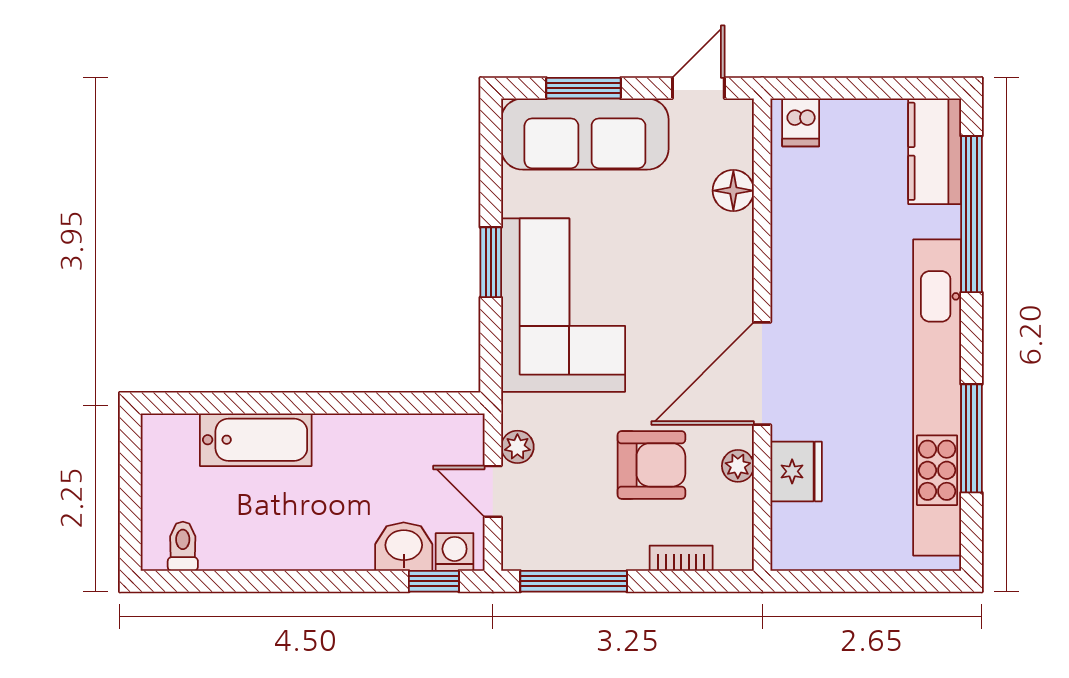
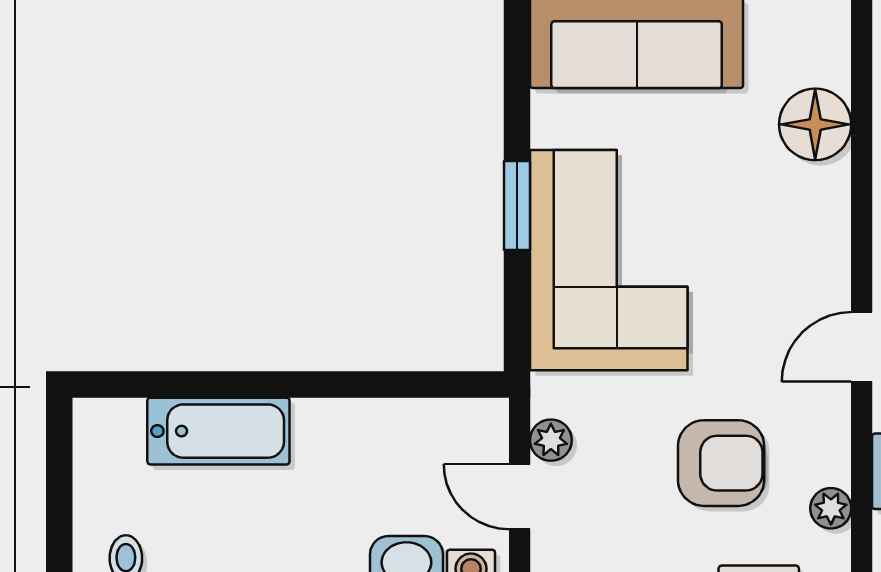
floor lamp: (733, 191) -> (815, 124), width x1.38, depth x1.38
door: (762, 374) -> (862, 347), width x0.53
plant: (738, 466) -> (831, 508), moved

